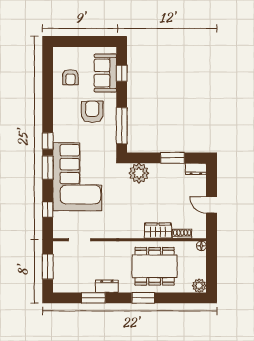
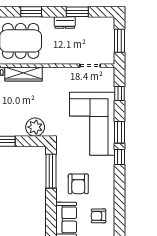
window: (122, 73) -> (51, 220), removed
armchair: (70, 77) -> (98, 216), turned -90
wardrobe: (158, 231) -> (24, 74), width x1.50

